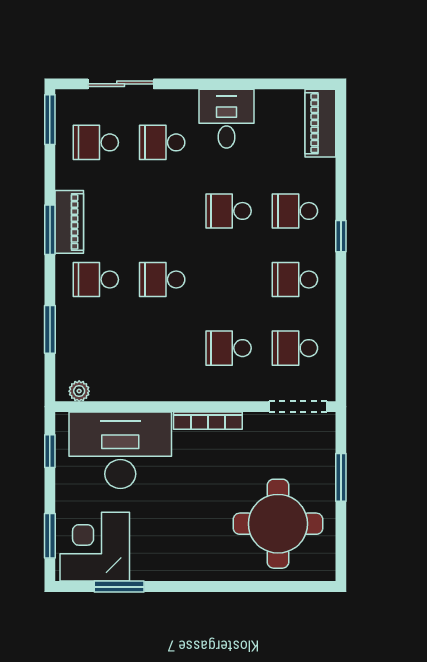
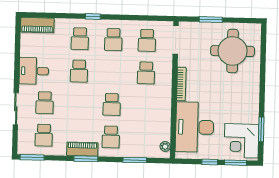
sliding door: (121, 84) -> (16, 109), moved
window: (50, 451) -> (210, 162), moved

